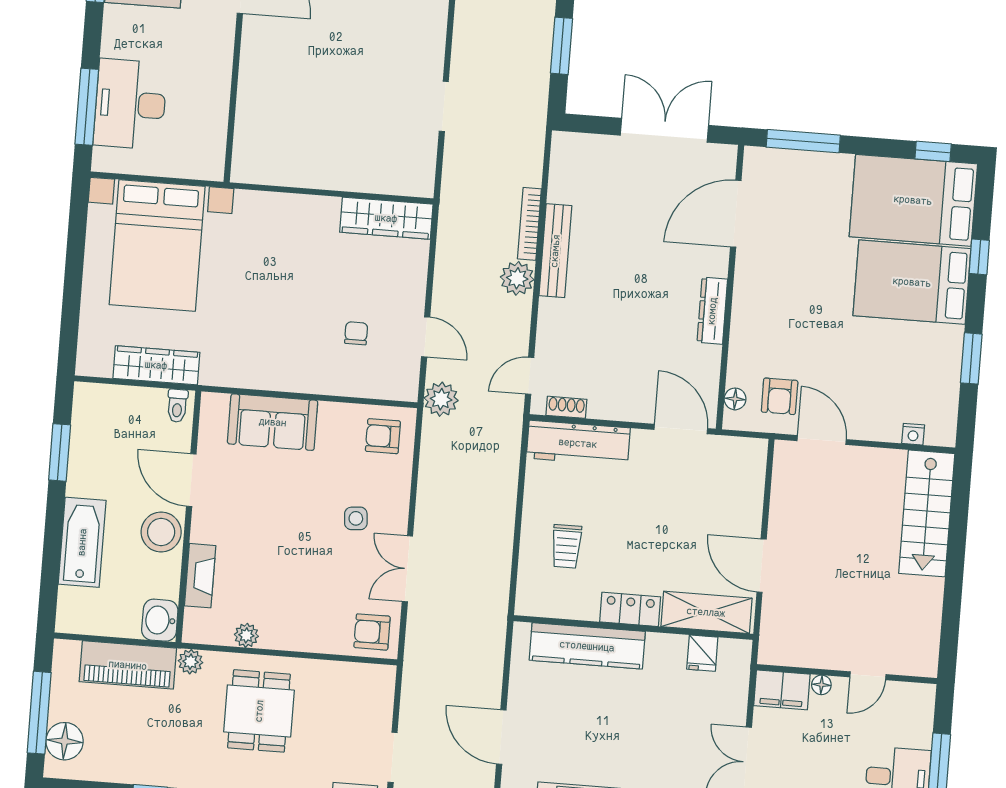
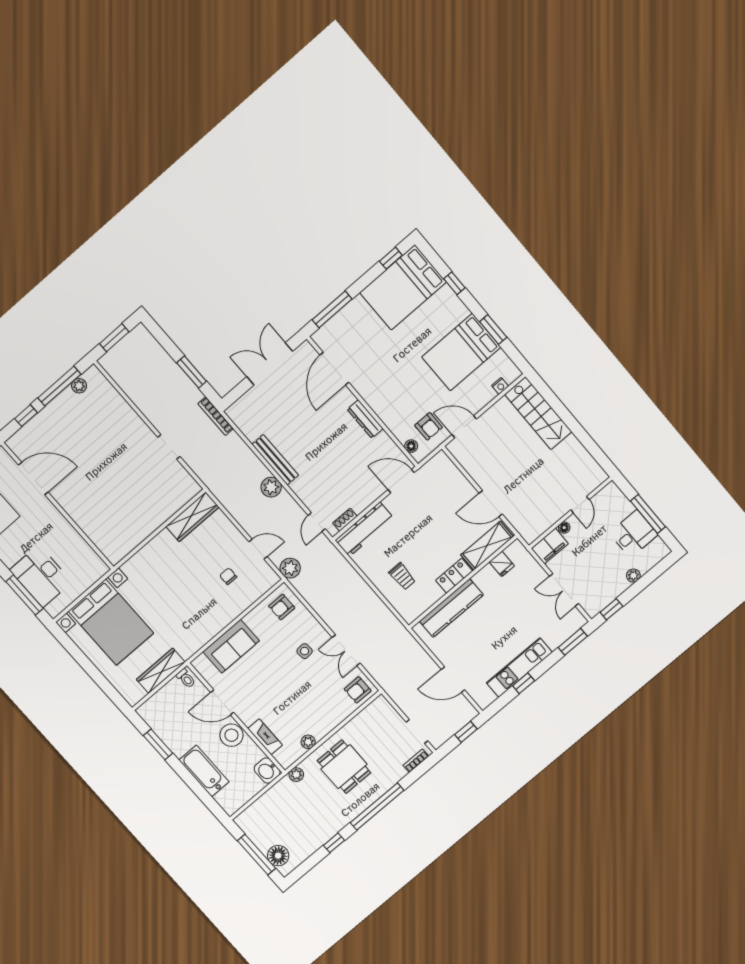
bookcase: (529, 224) -> (216, 416), moved
bed: (912, 282) -> (461, 352), moved
piano: (128, 665) -> (272, 801), removed

